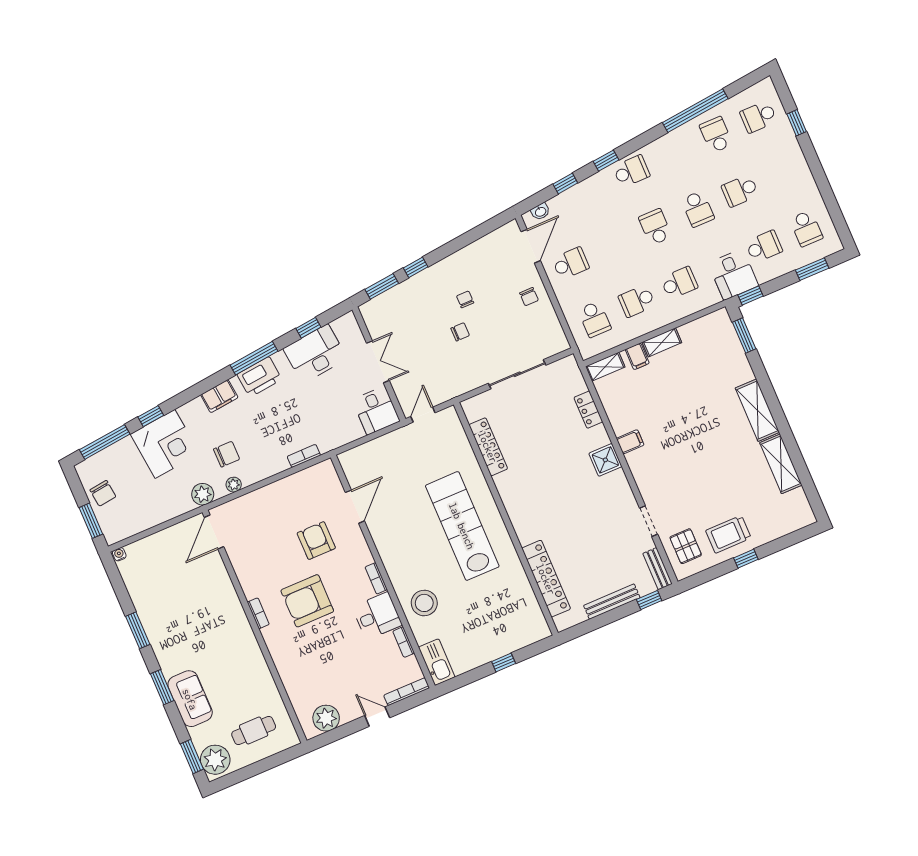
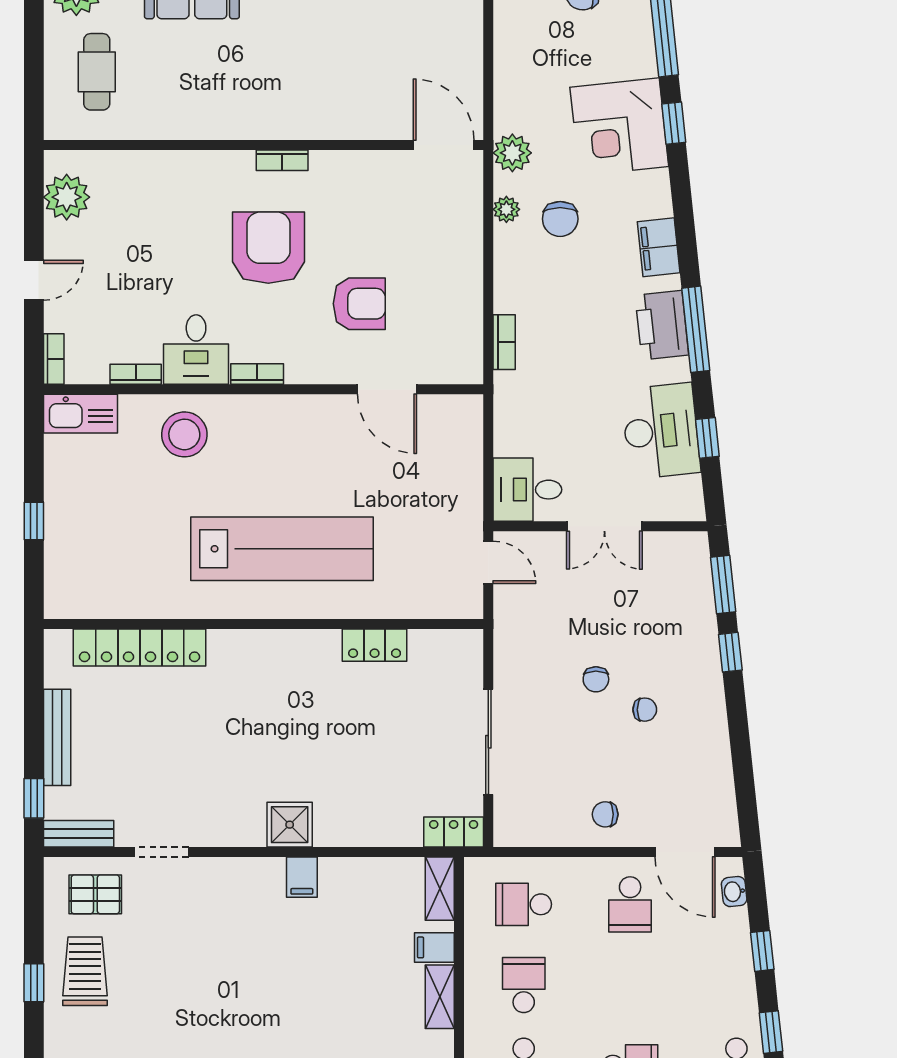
locker: (588, 410) -> (454, 832), moved
locker: (488, 447) -> (375, 645), width x0.66
bookcase: (407, 692) -> (54, 359), width x0.64

